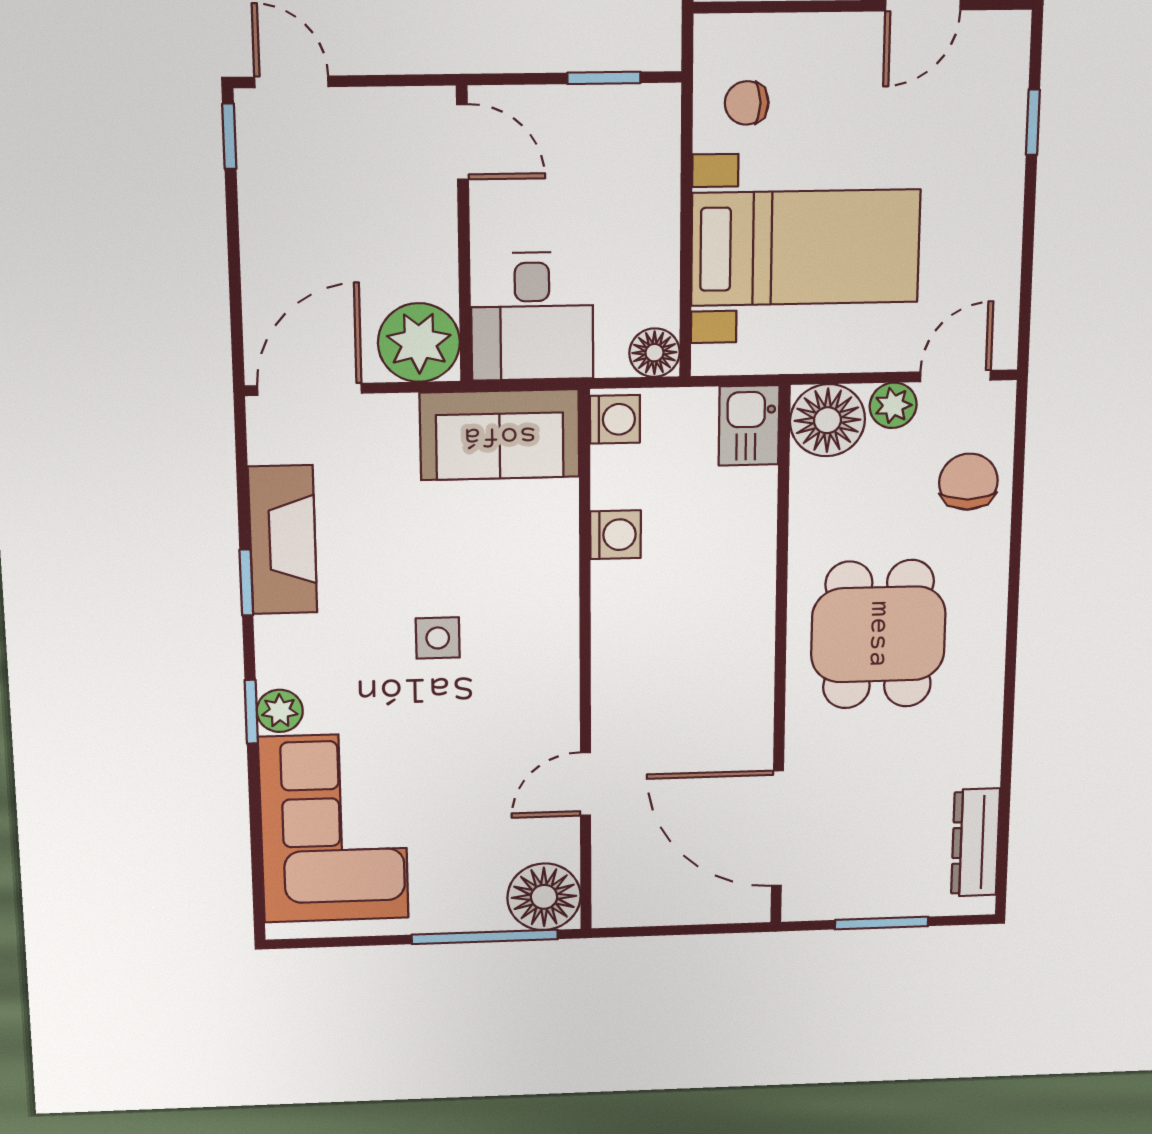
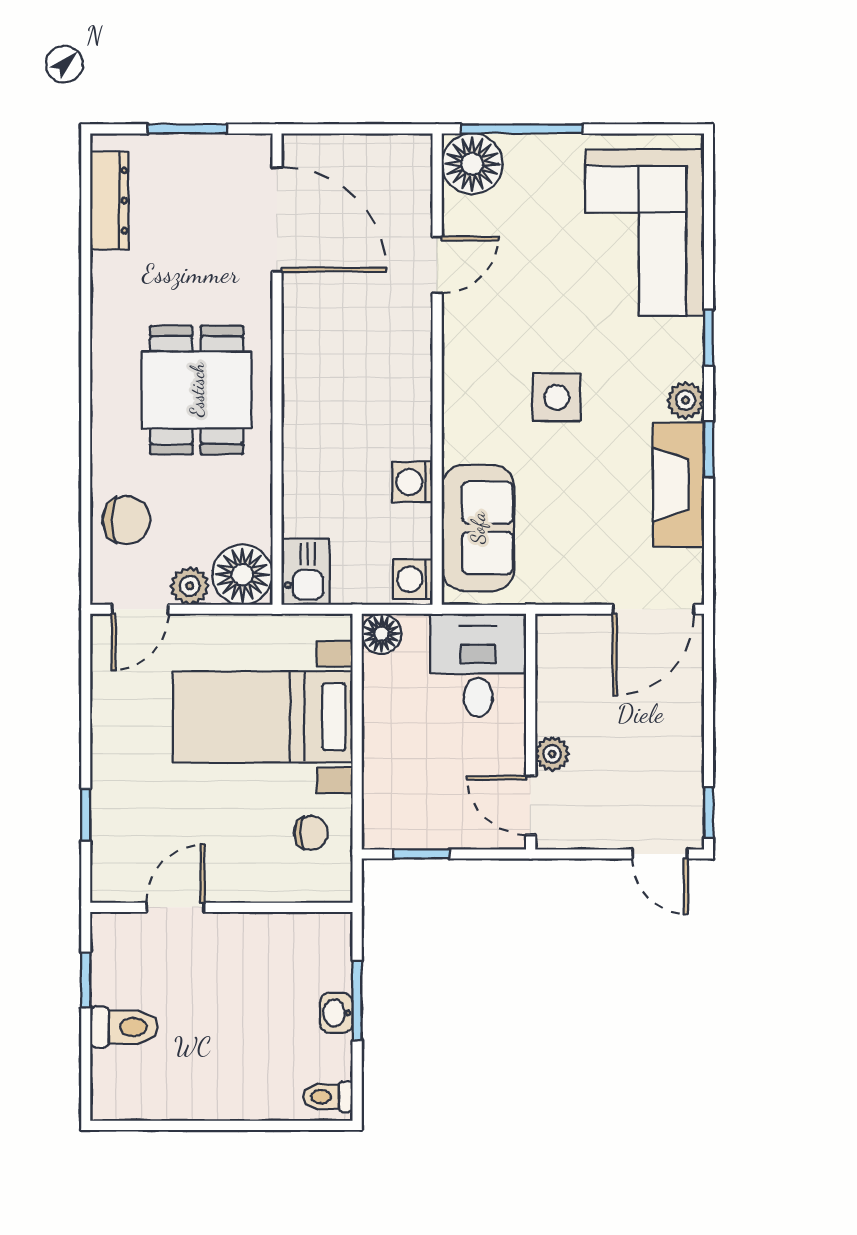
plant: (419, 343) -> (552, 754), moved, width x0.53, depth x0.53
sofa: (500, 435) -> (478, 528), moved, turned 90
chair: (968, 482) -> (126, 520), turned -90
side table: (438, 638) -> (557, 397), width x1.37, depth x1.37
plant: (280, 711) -> (686, 400), moved

